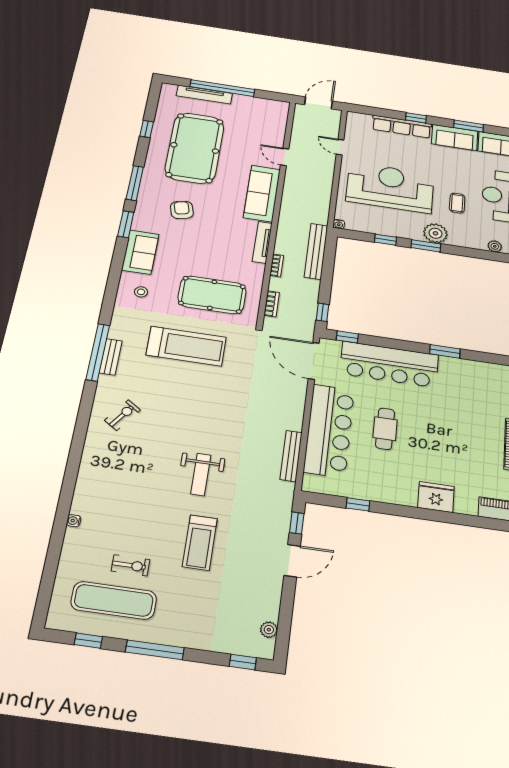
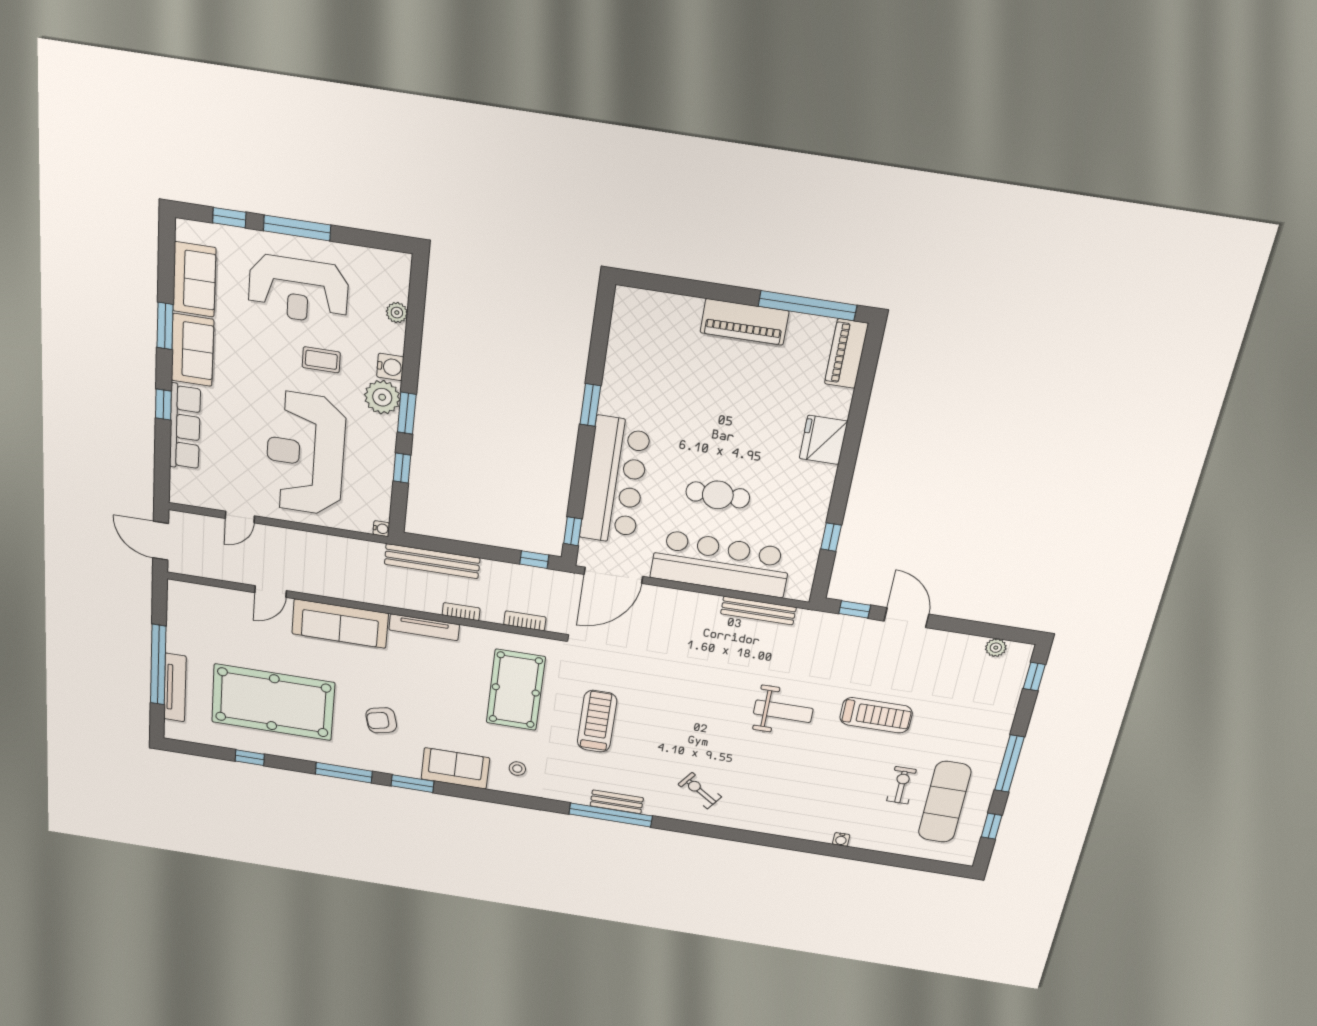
water cooler: (457, 240) -> (390, 367), added
treadmill: (186, 346) -> (597, 721), width x0.73, depth x0.73

